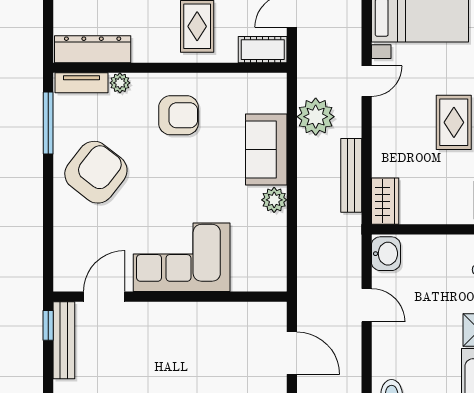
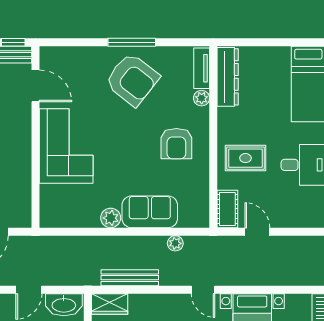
plant: (316, 117) -> (175, 243), width x0.53, depth x0.53
window: (48, 123) -> (132, 42), moved
washbasin: (386, 254) -> (64, 305), width x1.38

